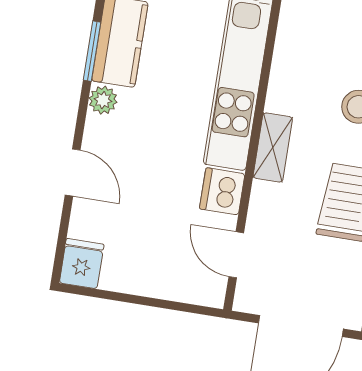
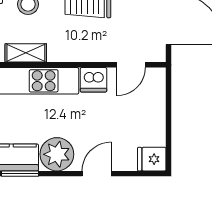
plant: (103, 100) -> (57, 154), width x1.87, depth x1.87
shelving: (273, 148) -> (26, 53), moved

